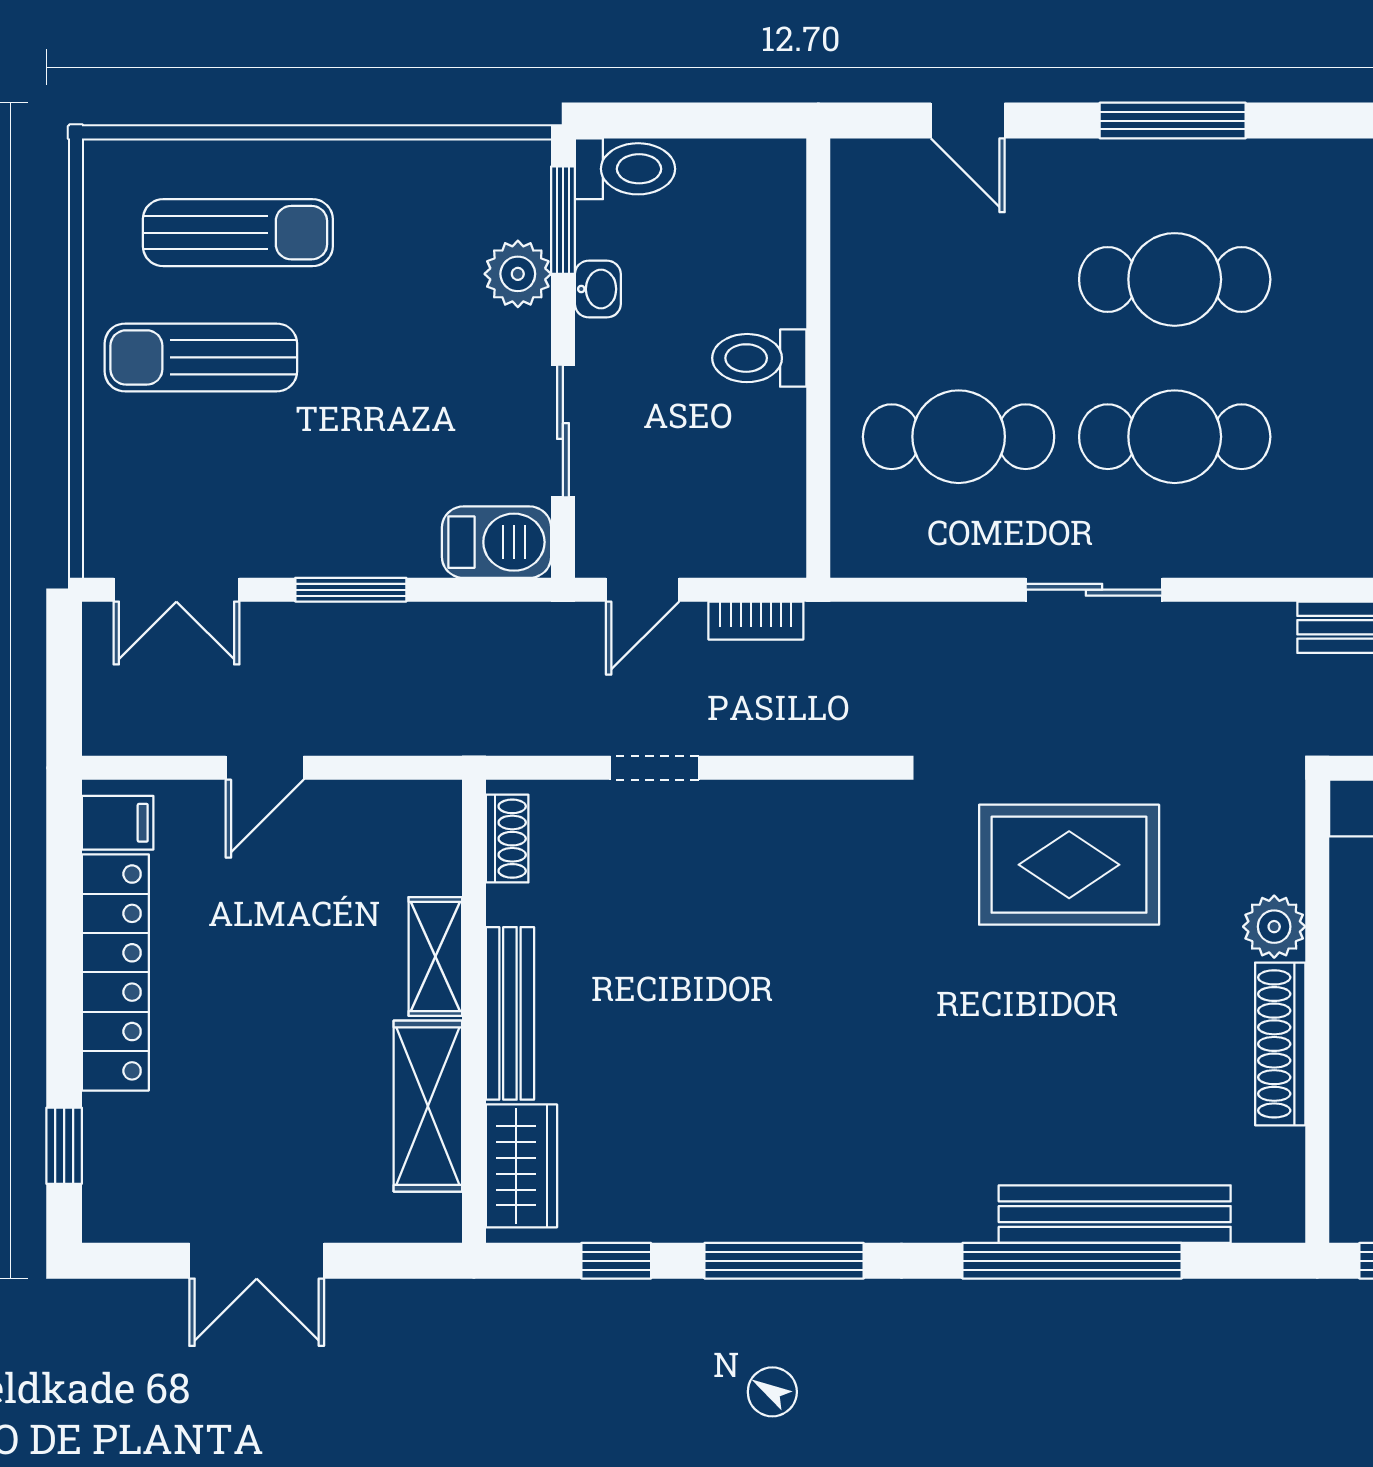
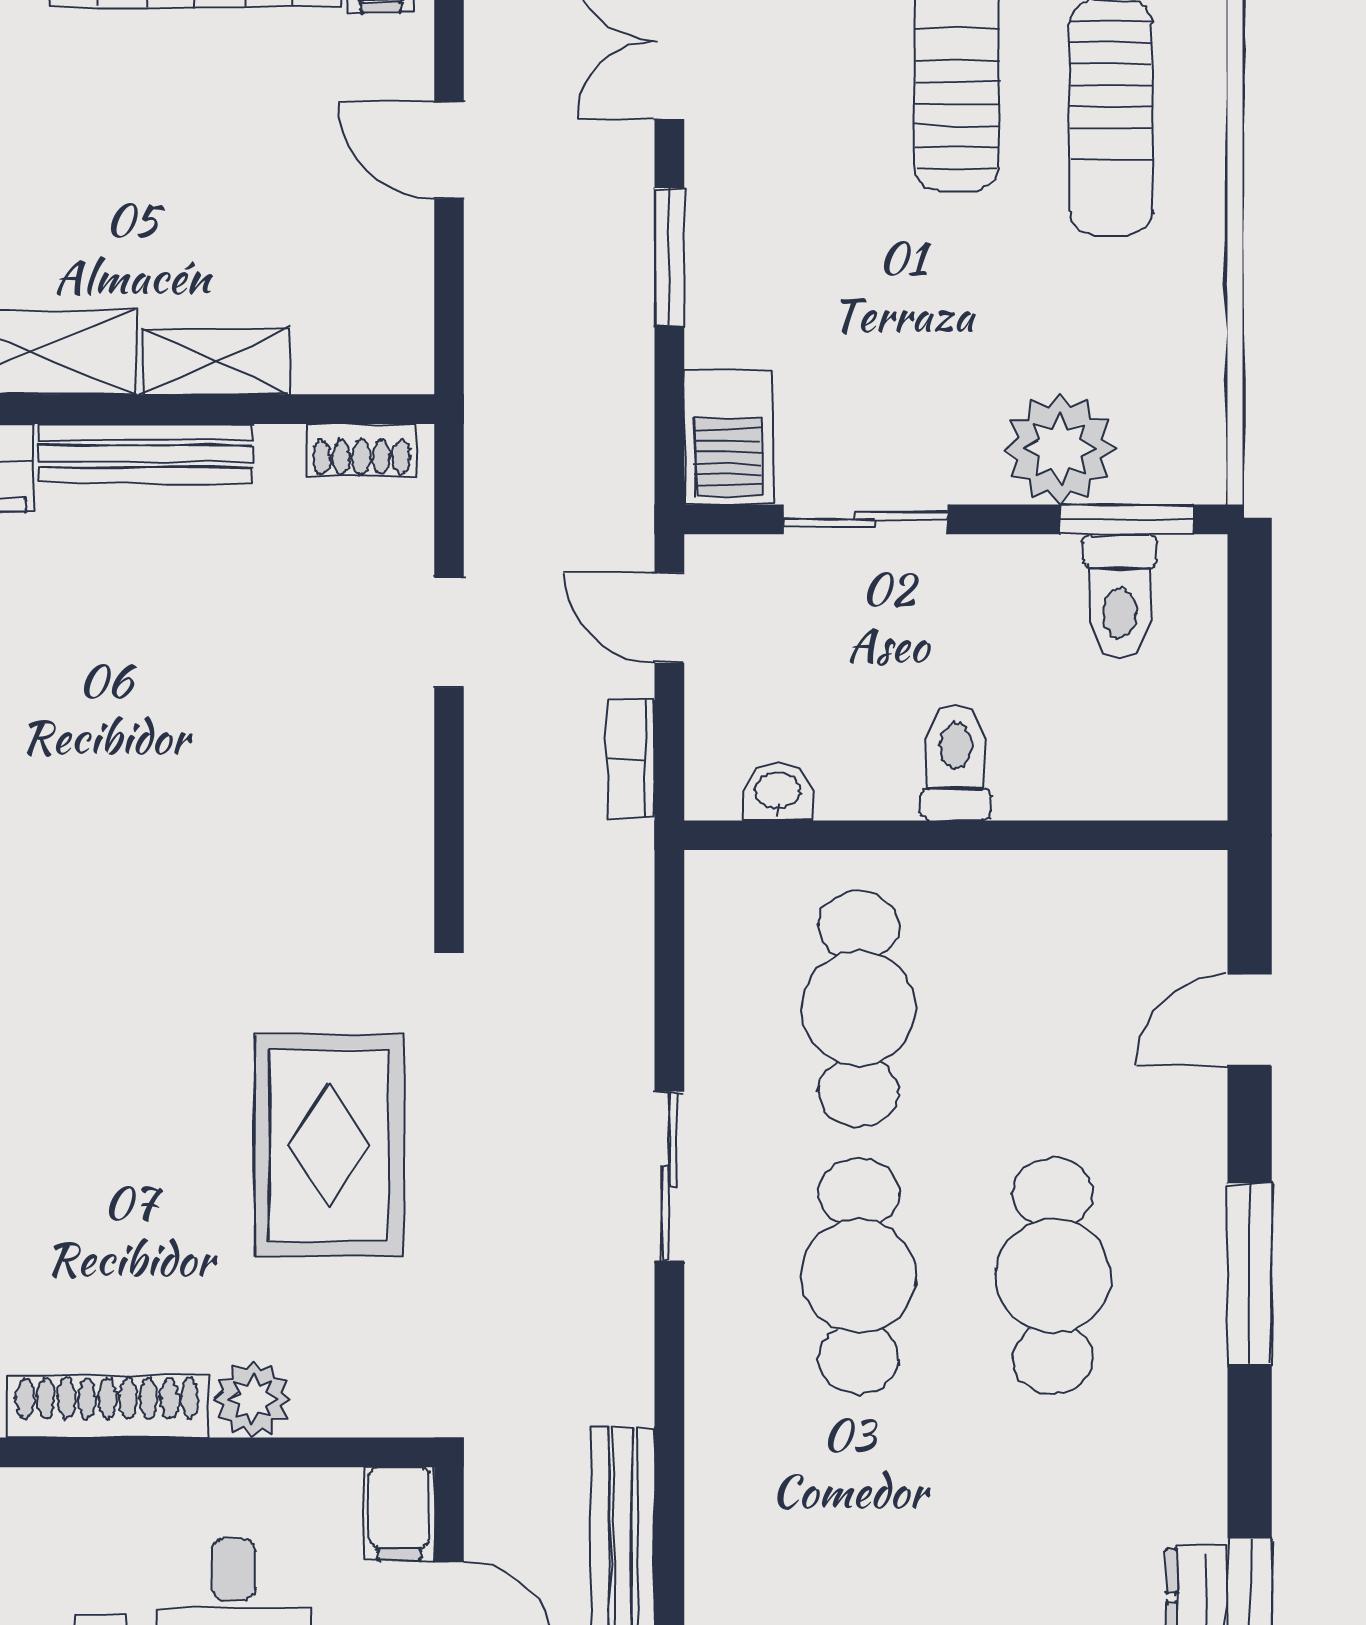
toilet: (625, 169) -> (1120, 596), moved
plant: (518, 274) -> (1060, 449), width x1.36, depth x1.36
washbasin: (598, 289) -> (777, 792), moved, turned 180

